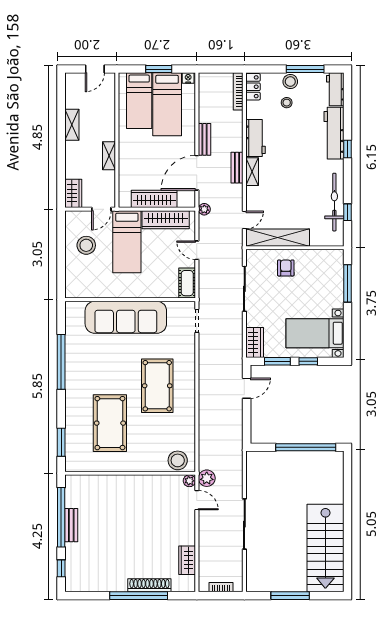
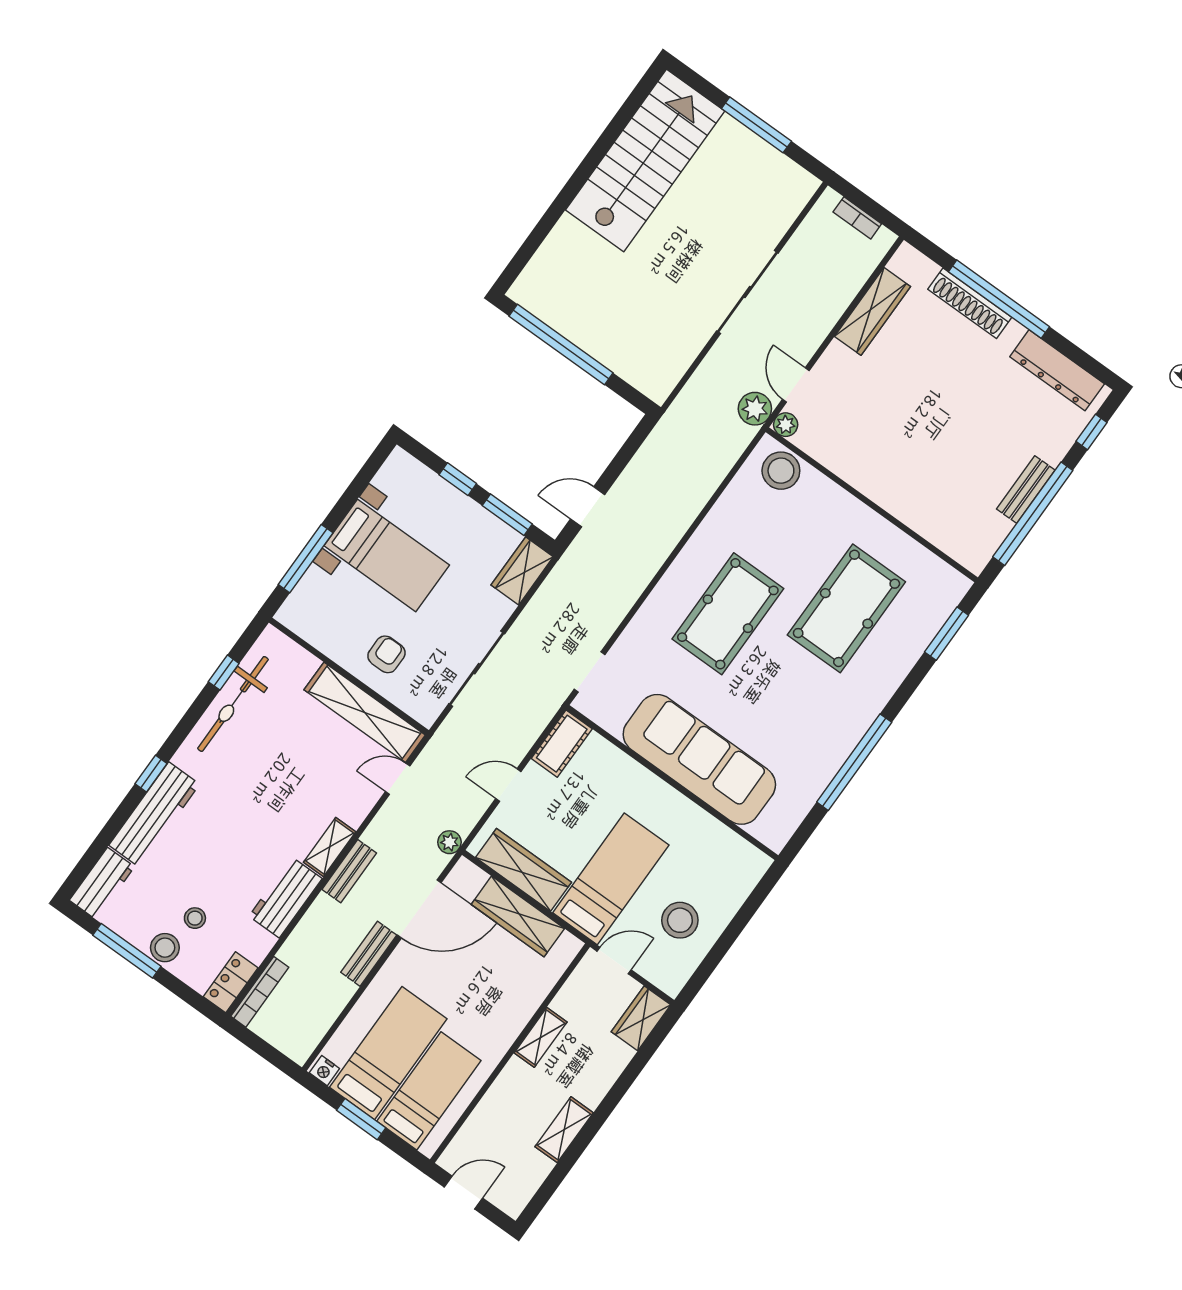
door: (197, 250) -> (508, 785), swing flipped
armchair: (286, 268) -> (386, 654), turned 180
bed with nightstands: (315, 333) -> (387, 555), moved
wardrobe: (187, 560) -> (872, 311), width x1.50
dresser: (94, 583) -> (1057, 370), added

